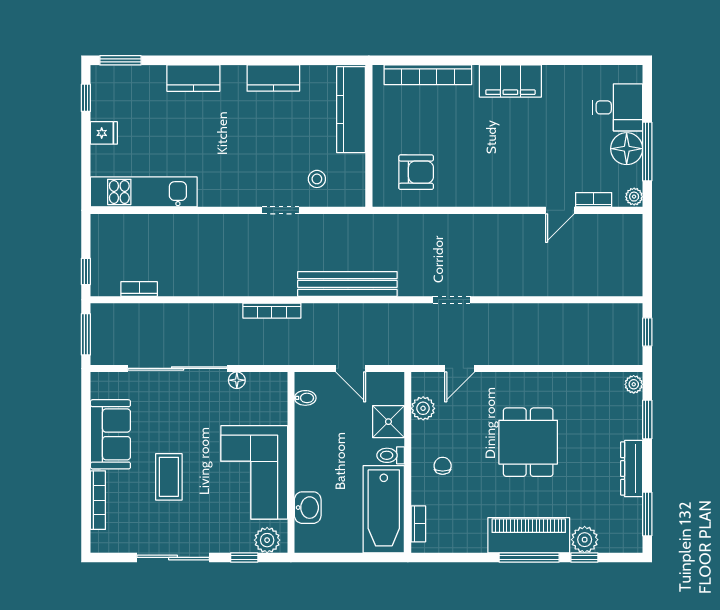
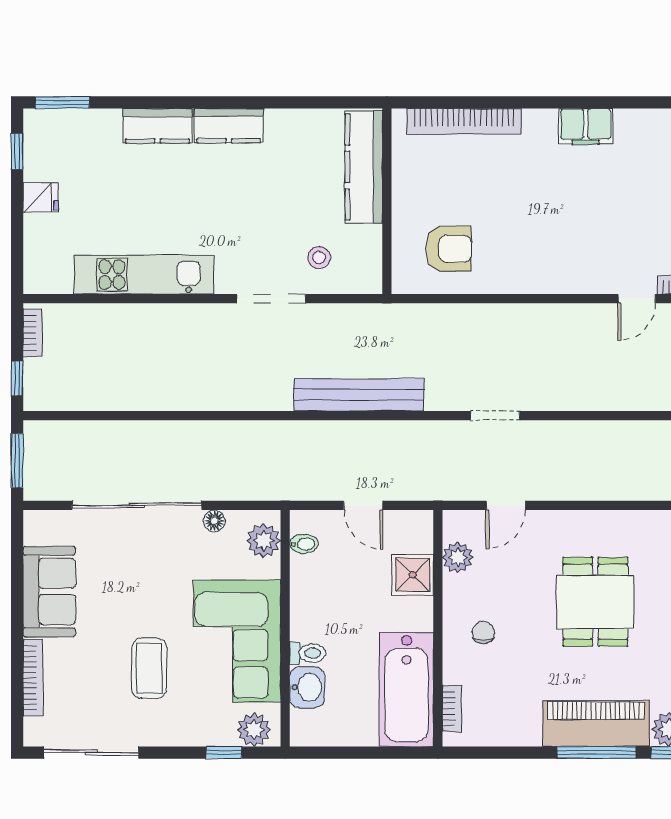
kitchen counter: (273, 78) -> (229, 126), moved
filing cabinet: (510, 81) -> (586, 126), width x0.67, depth x0.86
kitchen unit: (144, 192) -> (144, 275), moved
doorway: (280, 210) -> (271, 299), width x1.38
bookcase: (139, 289) -> (33, 333), moved, turned 90
bookcase: (272, 311) -> (260, 430), removed
plant: (274, 395) -> (264, 541), added
toilet: (391, 455) -> (308, 653), moved, turned 180
coffee table: (169, 477) -> (149, 668), moved
sliding door: (173, 557) -> (91, 753), moved

